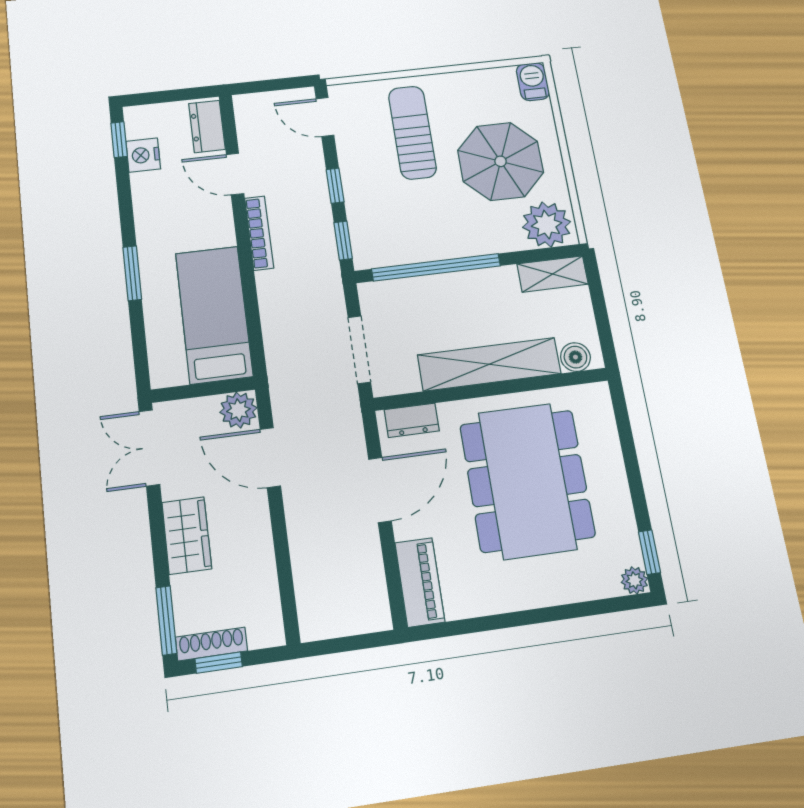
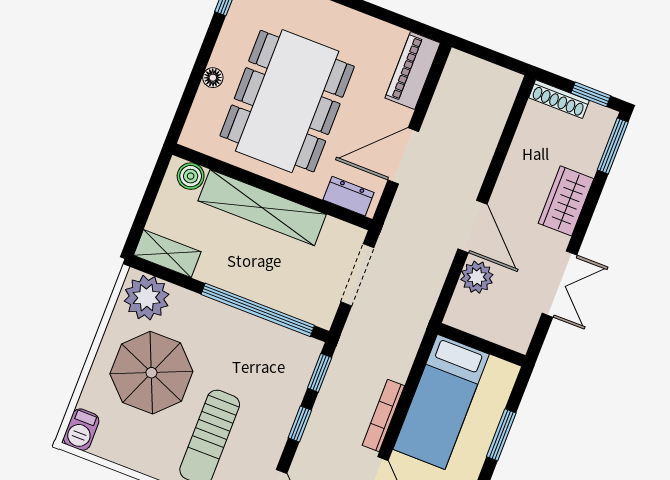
bed: (214, 314) -> (441, 402), moved
wall: (203, 390) -> (481, 345), moved
floor lamp: (613, 463) -> (213, 78), added
shoe rack: (211, 644) -> (559, 99), moved

